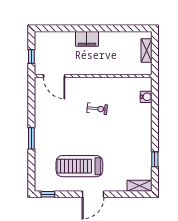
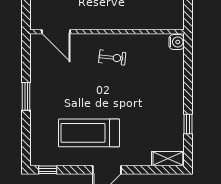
door: (54, 76) -> (56, 32), moved
wall: (93, 76) -> (107, 32), moved

